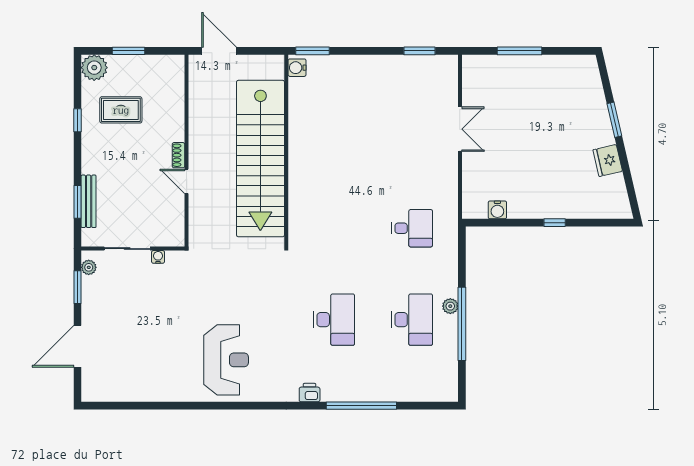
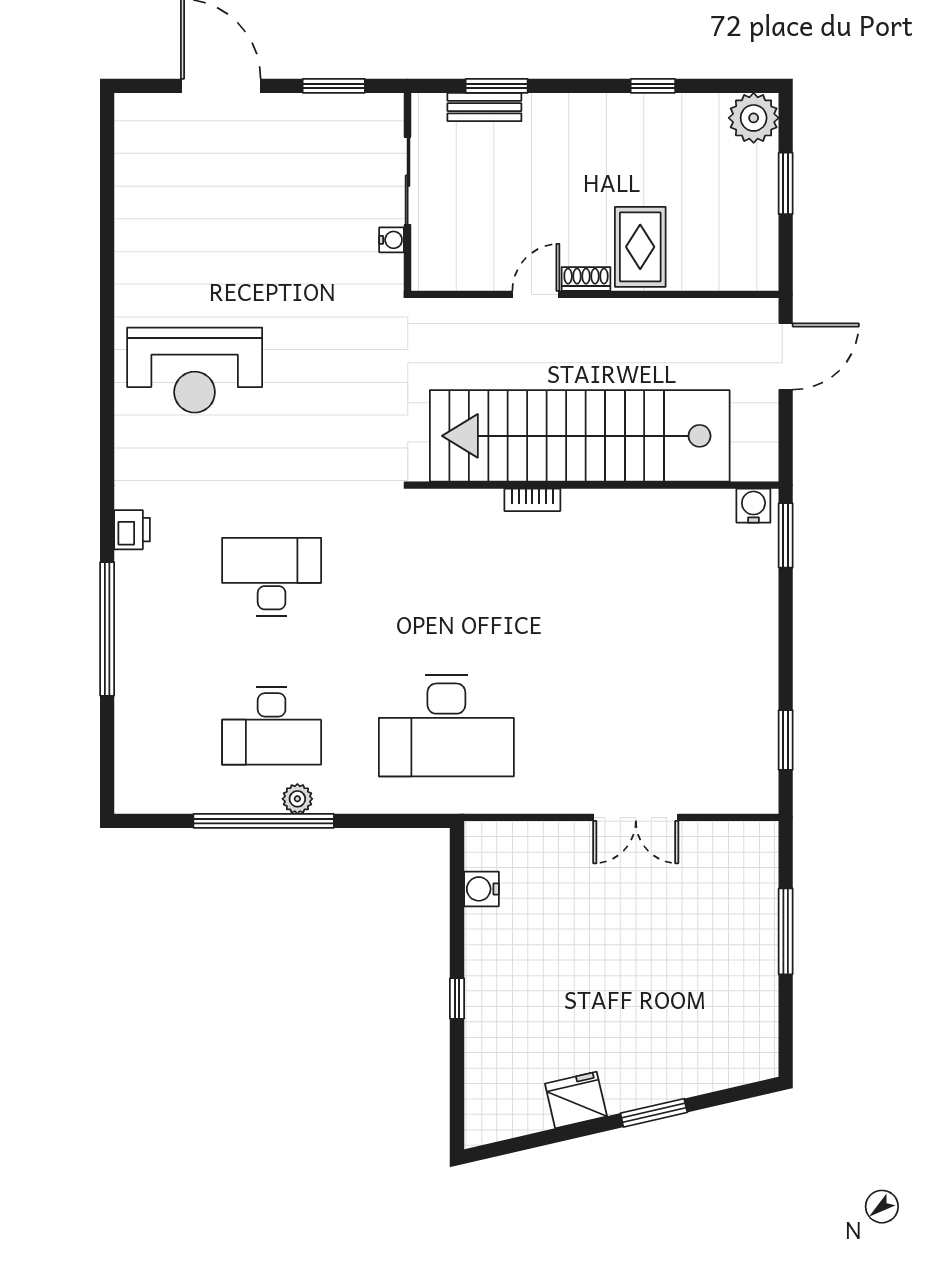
rug: (121, 110) -> (640, 247), moved
bookcase: (294, 183) -> (532, 500), added
bench: (89, 201) -> (484, 107), width x0.73
desk: (412, 228) -> (446, 726), width x1.87, depth x1.30
plant: (89, 267) -> (372, 107), removed
desk: (334, 320) -> (272, 577), turned 180

